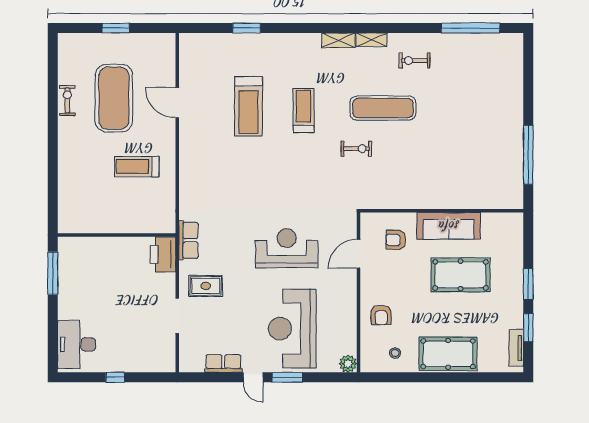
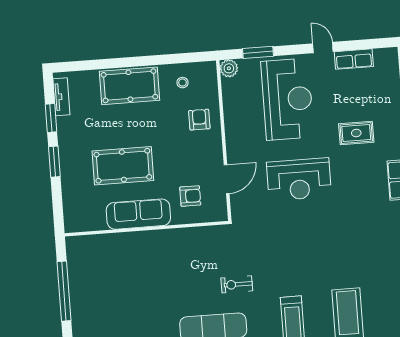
rug: (206, 286) -> (356, 133), moved
window: (287, 377) -> (258, 52), moved

